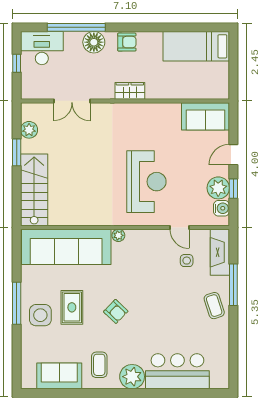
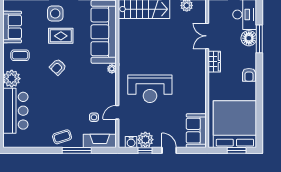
window: (76, 27) -> (259, 39), width x0.68
floor lamp: (94, 42) -> (249, 38), moved
bed: (196, 46) -> (235, 124), width x2.04
window: (233, 59) -> (237, 150), added
wardrobe: (130, 91) -> (214, 62), moved

